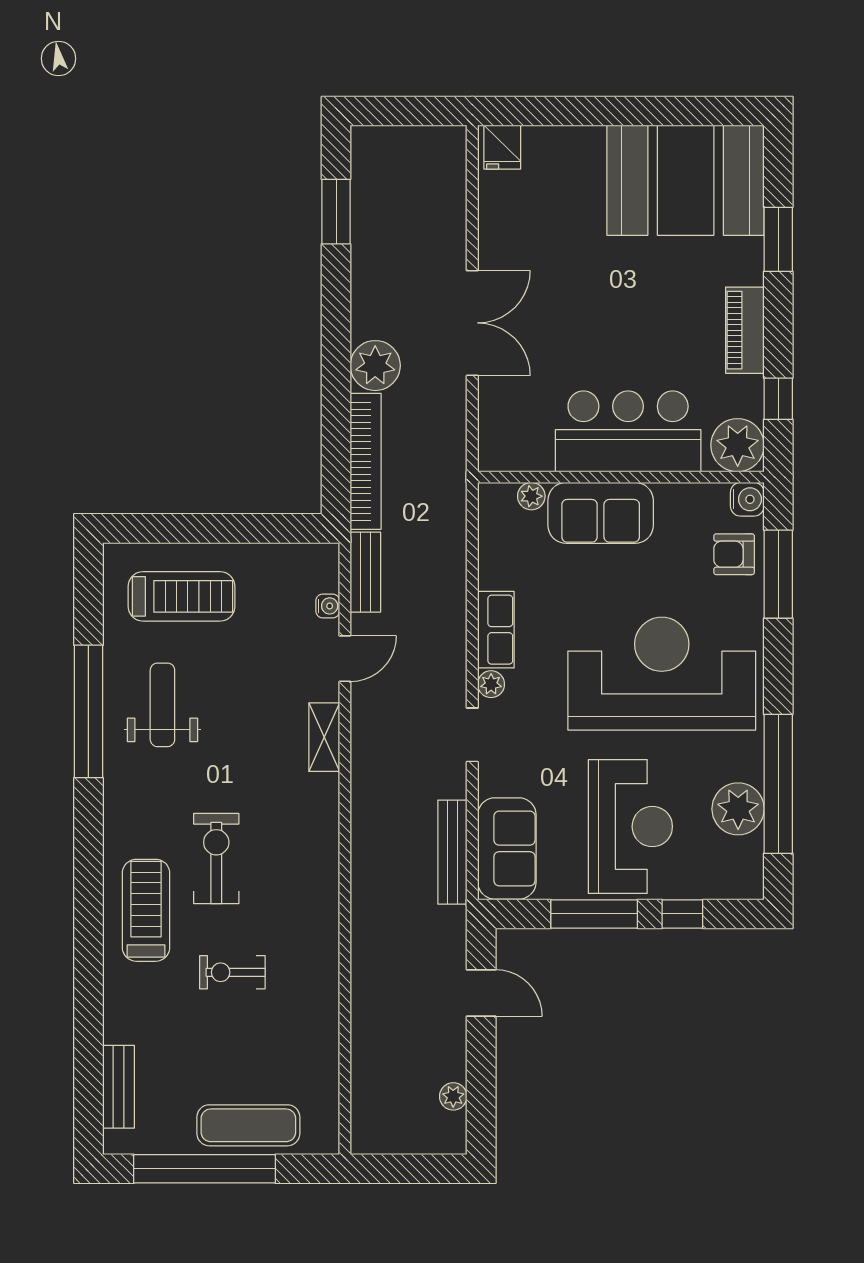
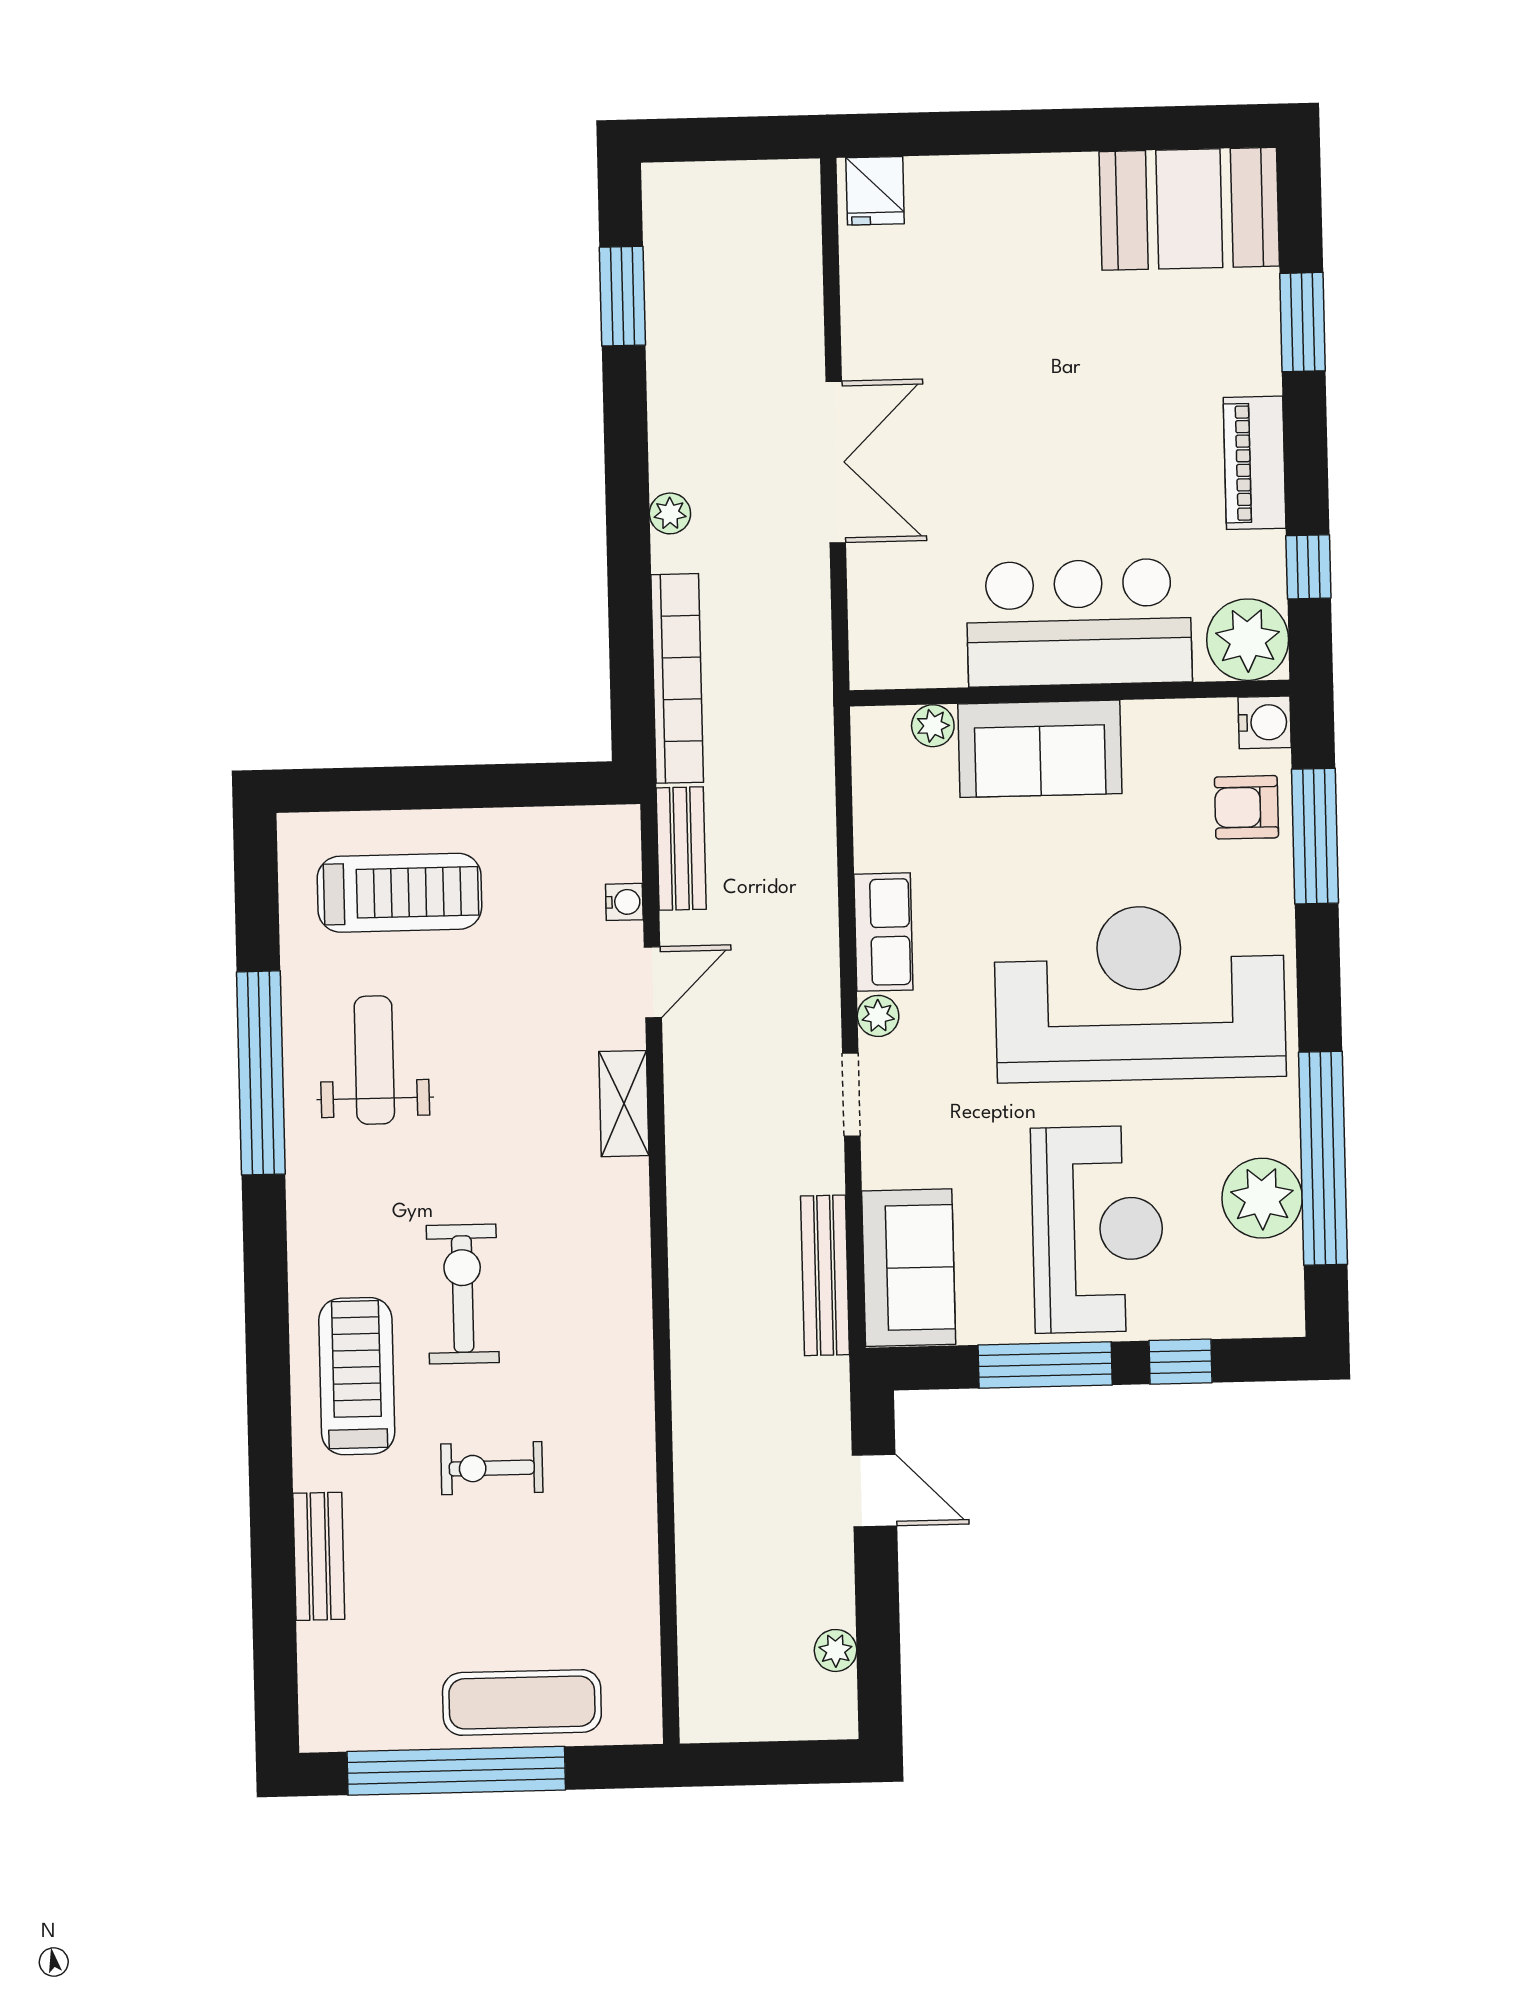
booth: (686, 180) -> (1189, 209), width x0.73, depth x0.70
plant: (375, 366) -> (670, 513), width x0.53, depth x0.53
bench: (118, 1087) -> (319, 1556), moved

